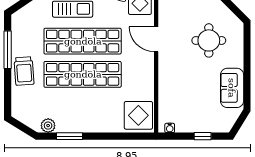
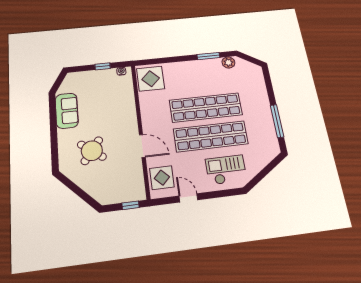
round table: (209, 40) -> (92, 151), turned 37
trolley: (24, 71) -> (258, 105), removed
window: (203, 136) -> (103, 66), moved

